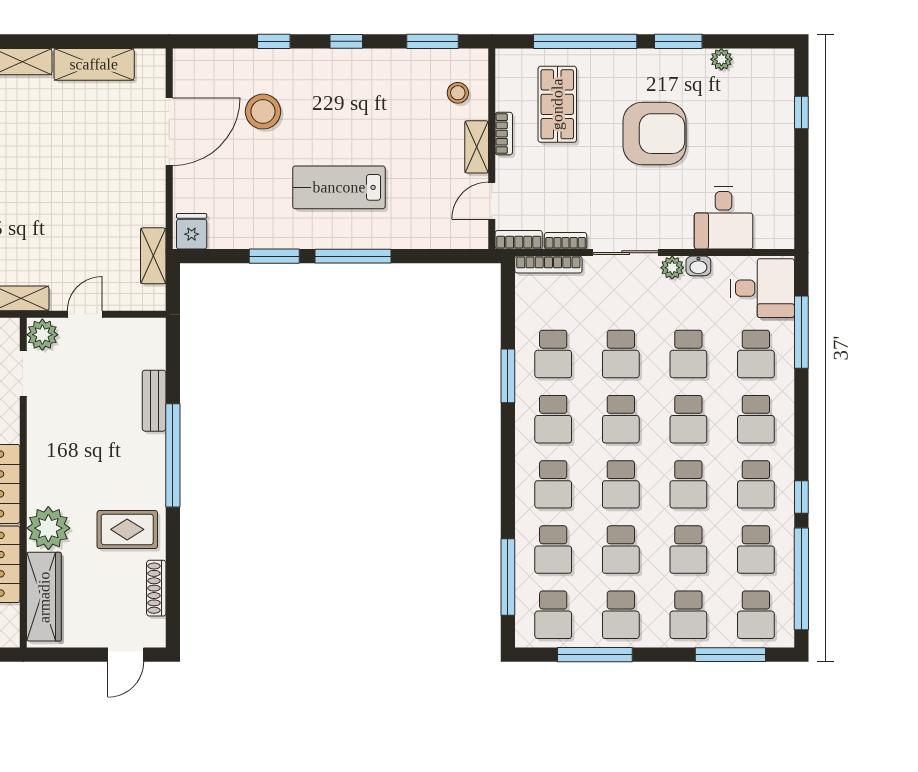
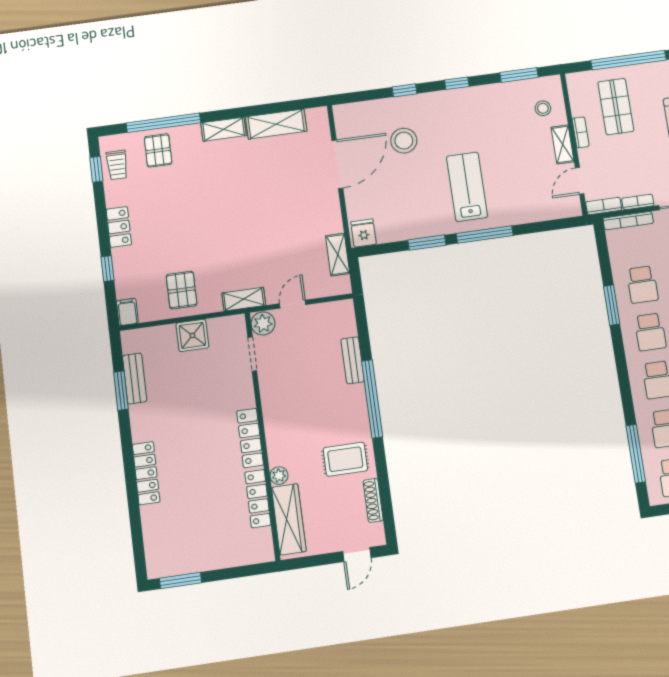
lab bench: (339, 187) -> (467, 187), turned 90
plant: (48, 528) -> (279, 476), width x0.53, depth x0.53

